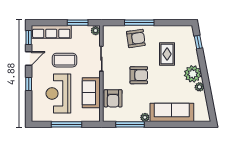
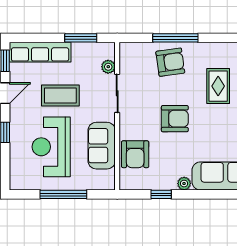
plant: (96, 31) -> (108, 67), moved
window: (130, 124) -> (161, 194), width x0.46

